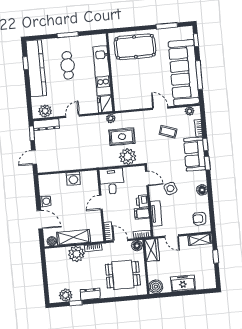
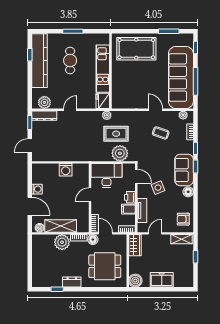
sofa: (195, 154) -> (184, 170), moved
desk: (112, 181) -> (106, 176), width x1.37
door: (172, 236) -> (155, 233), swing flipped
floor lamp: (137, 246) -> (93, 240), moved
plant: (66, 295) -> (48, 281), removed

